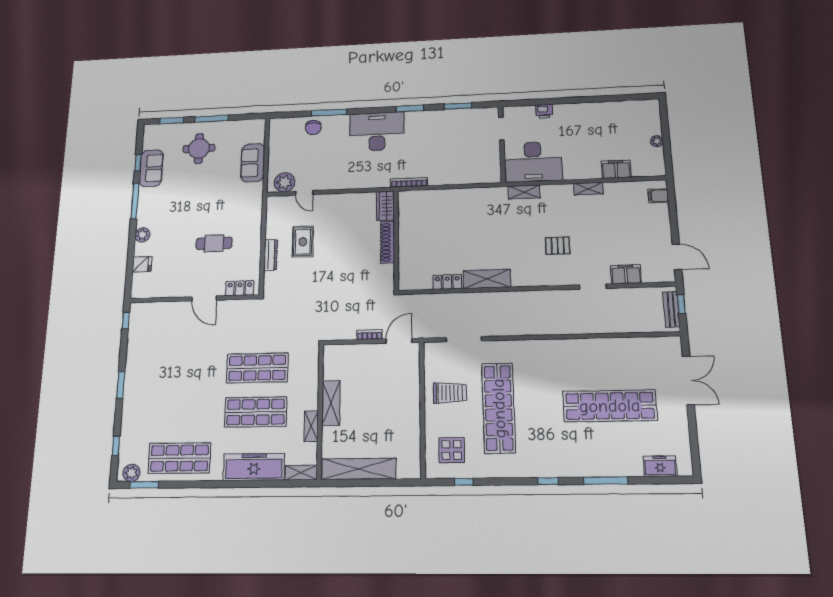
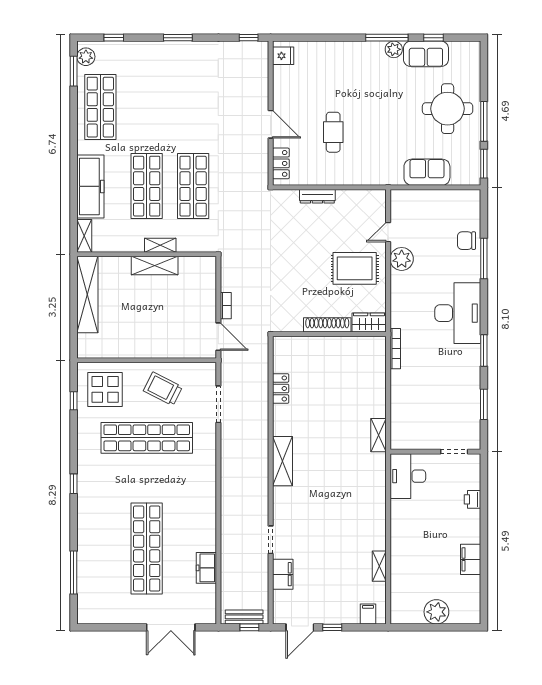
window: (172, 121) -> (484, 164), moved
plant: (657, 141) -> (436, 612), width x1.88, depth x1.88
round table: (199, 148) -> (448, 109), width x1.36, depth x1.36
desk: (533, 162) -> (408, 476), width x0.73, depth x0.77
filing cabinet: (616, 169) -> (471, 559), moved, turned 180
plant: (285, 182) -> (402, 259), moved
shelving: (588, 189) -> (379, 566), moved
shelving: (524, 192) -> (379, 435), moved
window: (674, 227) -> (332, 627), added
plant: (142, 235) -> (394, 49), moved
rug: (303, 242) -> (355, 268), moved, width x1.36, depth x1.43
pallet: (558, 246) -> (317, 506), removed
fridge: (142, 264) -> (283, 56), moved, turned -90
shelving: (487, 279) -> (282, 461), moved
door: (204, 298) -> (271, 124), swing flipped
trolley: (450, 393) -> (163, 389), turned 117
shelving: (311, 426) -> (160, 245), moved
display table: (452, 450) -> (105, 389), width x1.36, depth x1.36
freezer: (660, 466) -> (206, 568), moved, turned 180
window: (605, 481) -> (74, 573), moved

